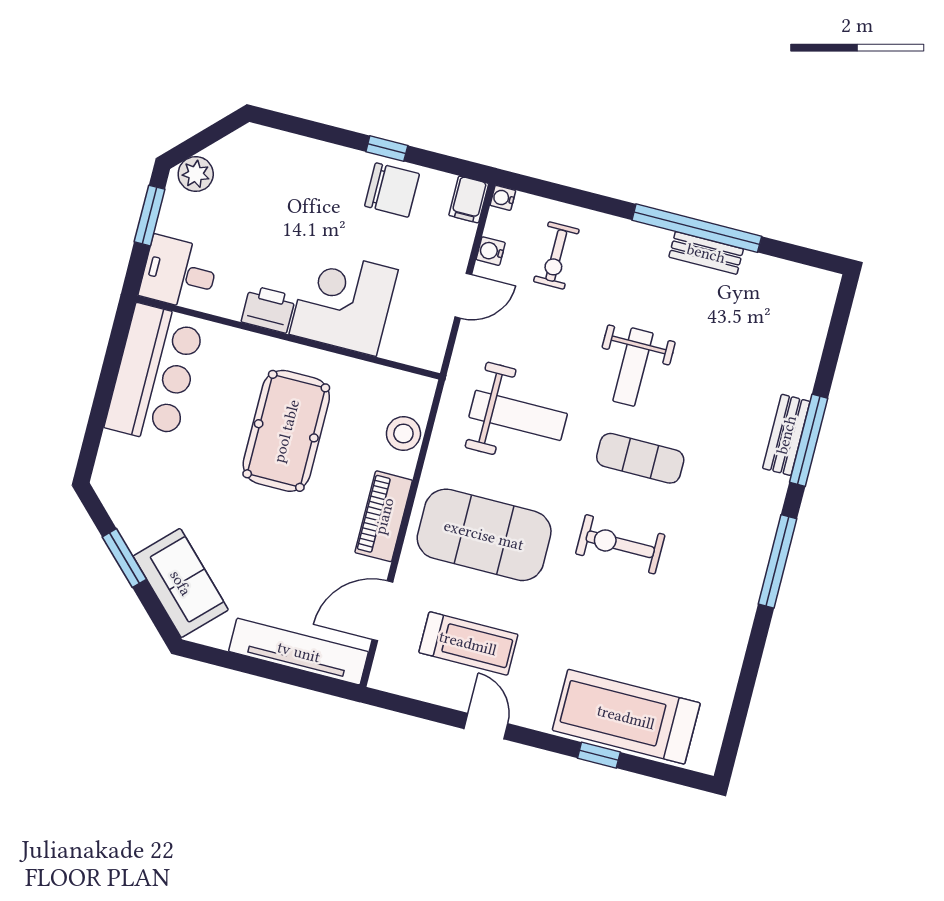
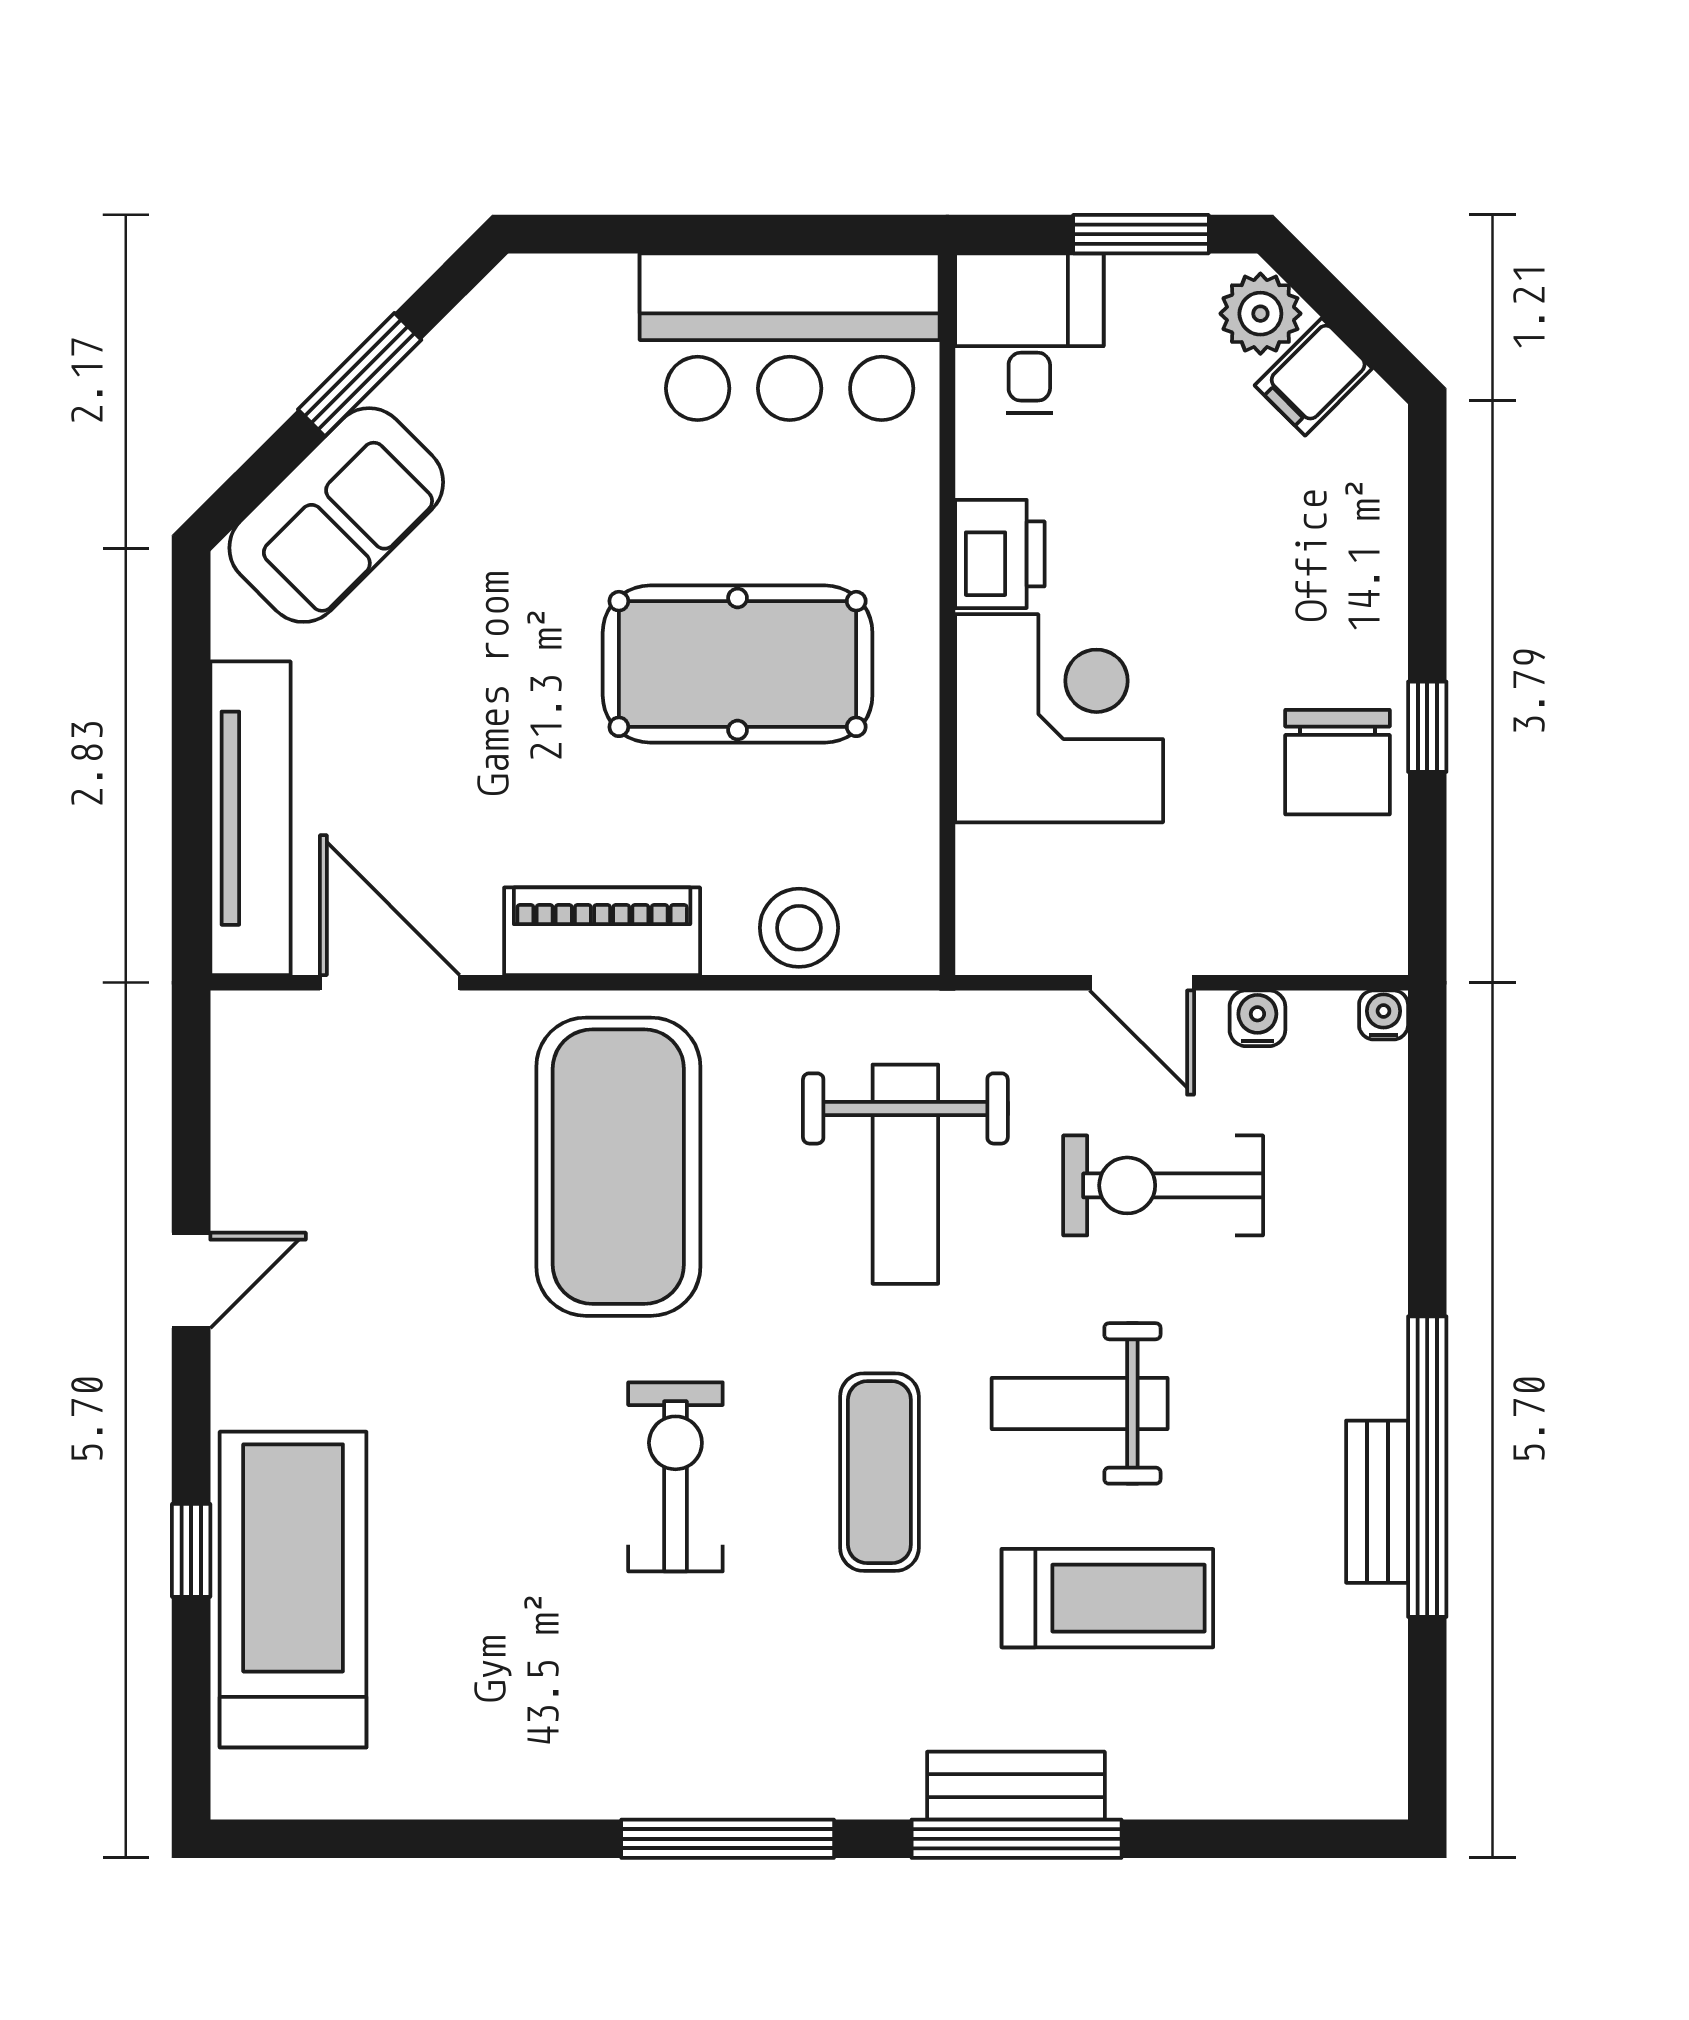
filing cabinet: (469, 199) -> (1313, 377), moved, turned -45
exercise bike: (556, 255) -> (1163, 1185), moved, width x1.38, depth x1.39
treadmill: (468, 643) -> (1107, 1598), moved, turned -90

